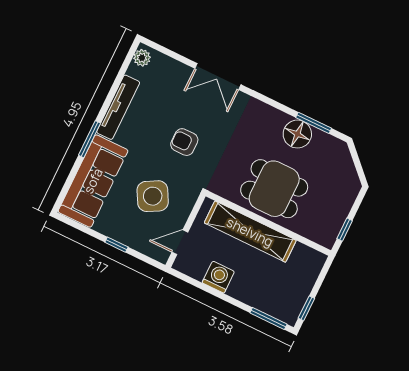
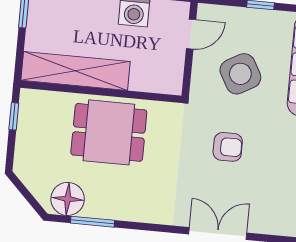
floor lamp: (297, 134) -> (68, 199), moved
shelving: (250, 232) -> (76, 71), moved

